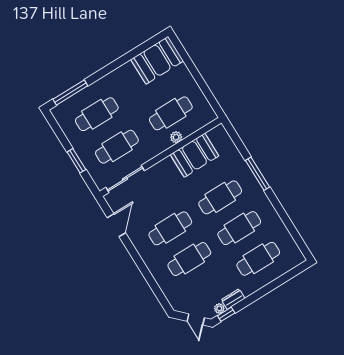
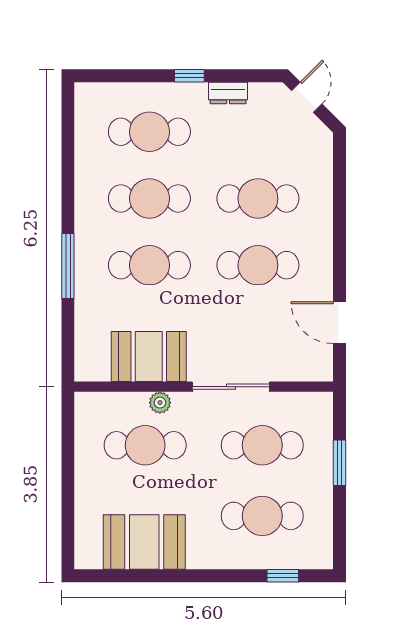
booth: (157, 60) -> (144, 542), moved
window: (70, 92) -> (283, 576), width x0.46
sliding door: (125, 179) -> (231, 387), moved
door: (116, 225) -> (340, 323), hinge flipped
plant: (219, 308) -> (259, 92), removed
window: (226, 314) -> (189, 76), moved

